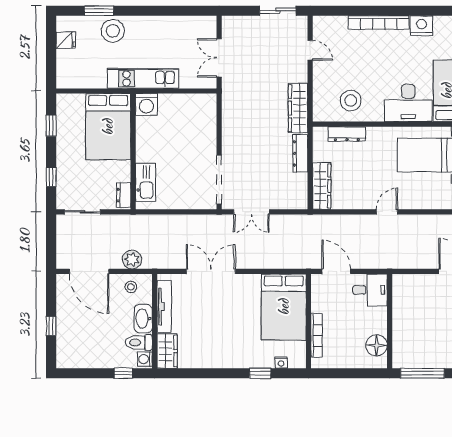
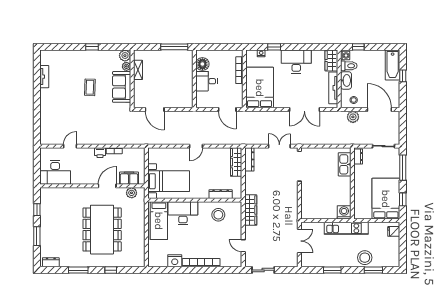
window: (166, 11) -> (332, 270), added
fridge: (66, 40) -> (394, 231), moved
bed: (108, 127) -> (386, 199), moved
dresser: (300, 153) -> (249, 159), moved
window: (51, 177) -> (403, 168), width x2.17
desk: (370, 290) -> (206, 81), moved
bathtub: (68, 344) -> (393, 65), added
desk: (224, 349) -> (296, 62), added

